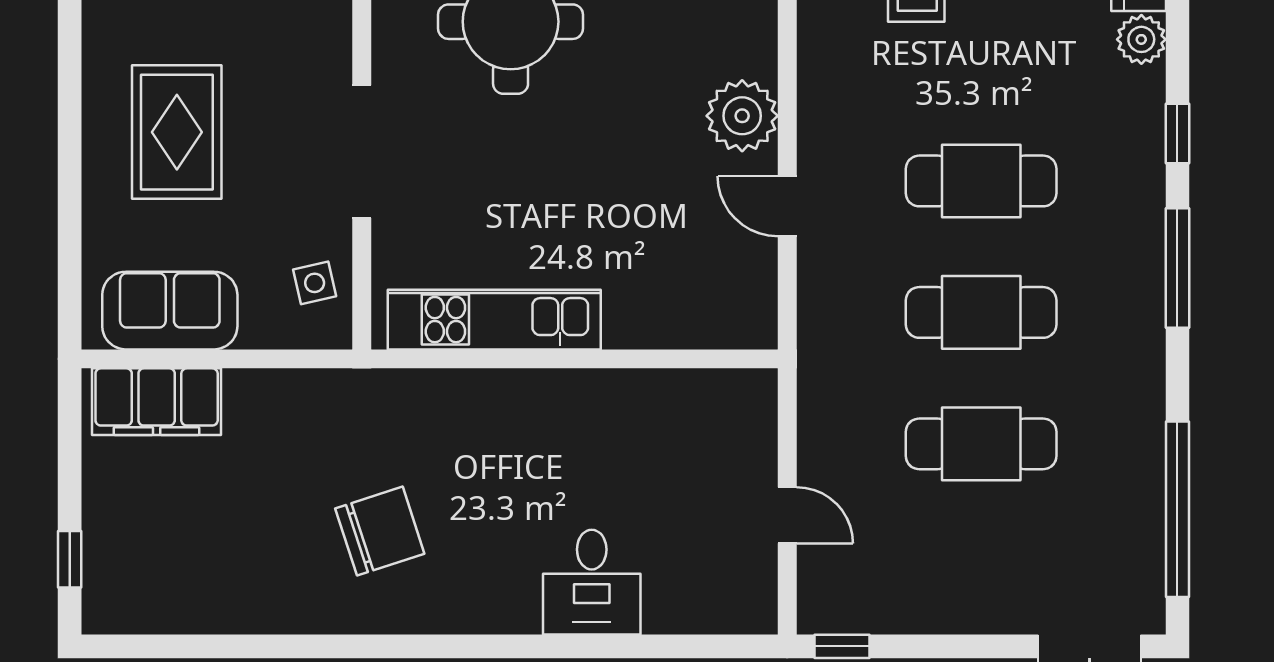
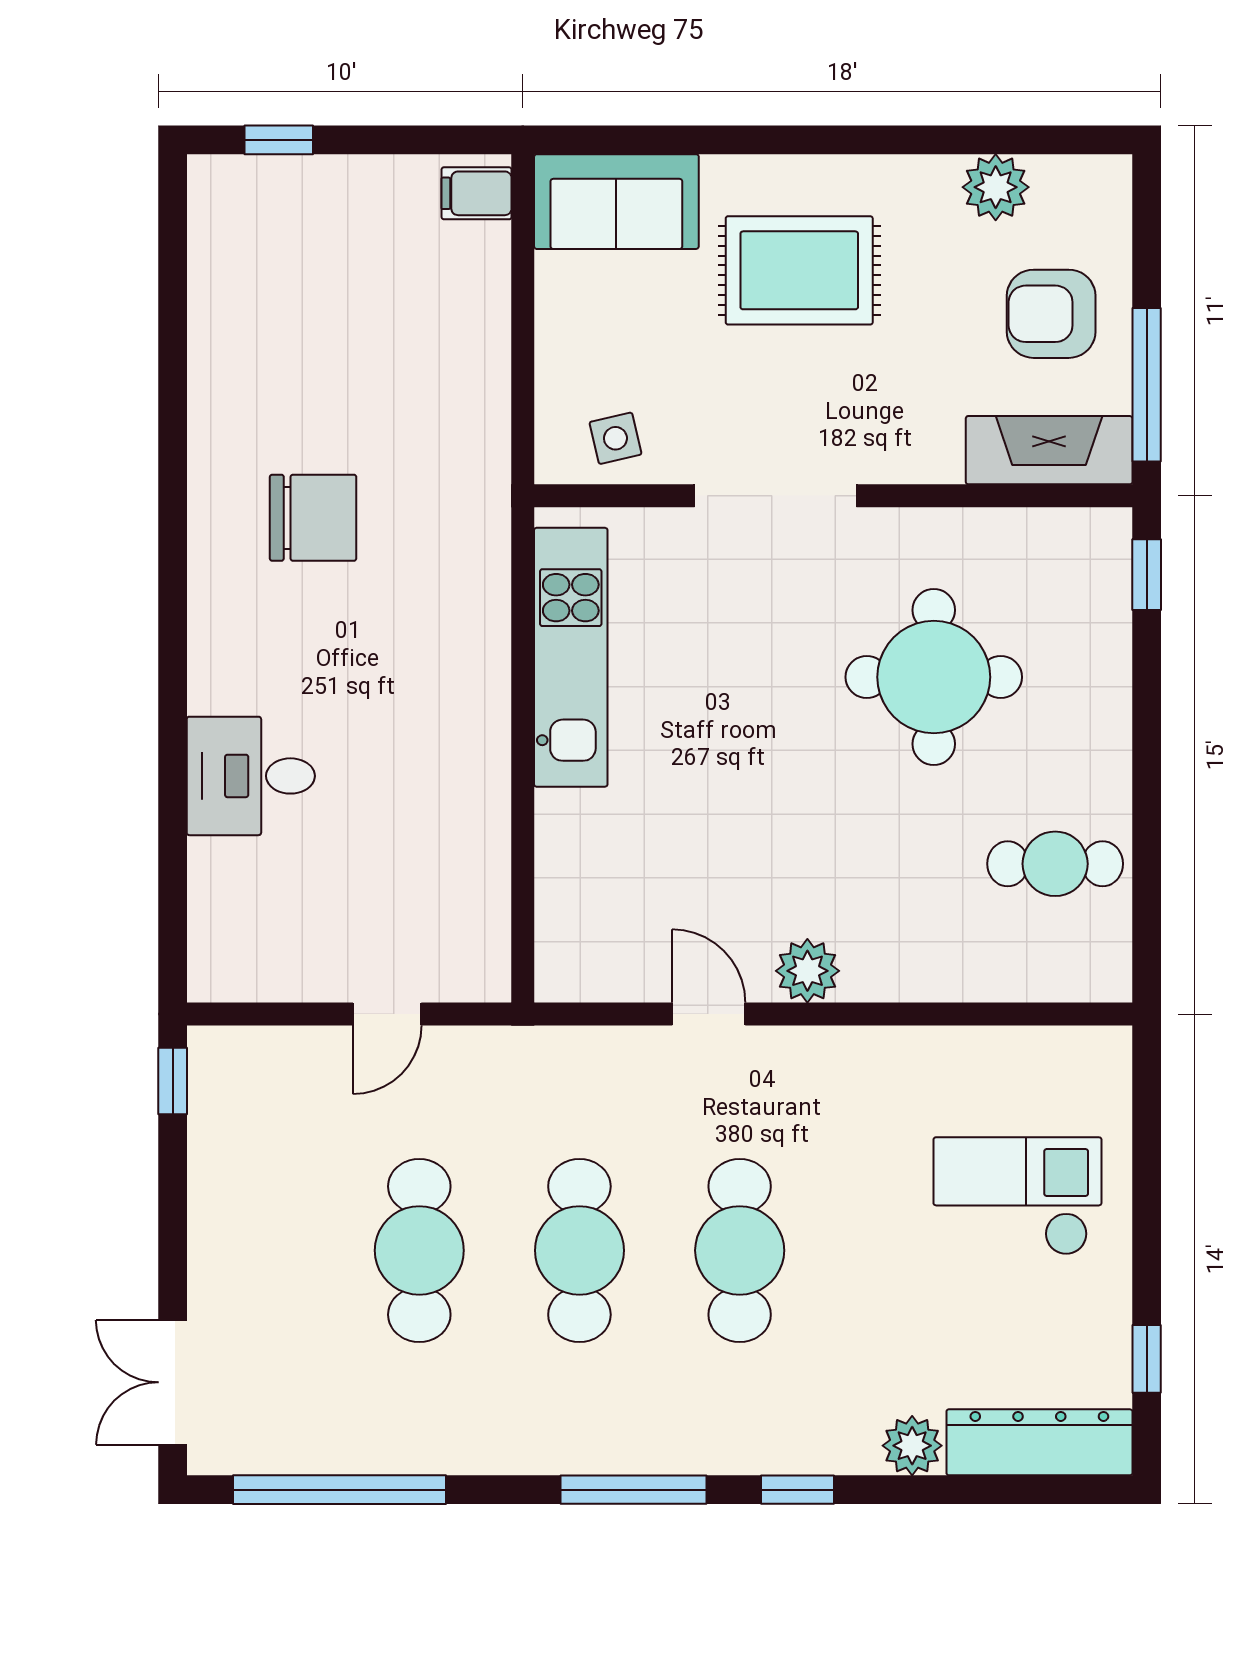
plant: (742, 116) -> (807, 971), width x0.73, depth x0.73
door: (787, 206) -> (709, 1014), hinge flipped
sofa: (170, 311) -> (616, 202), moved, turned 90
filing cabinet: (157, 402) -> (477, 193), width x0.33, depth x0.86
door: (787, 515) -> (387, 1014), moved
chair: (380, 531) -> (313, 518), turned -72

